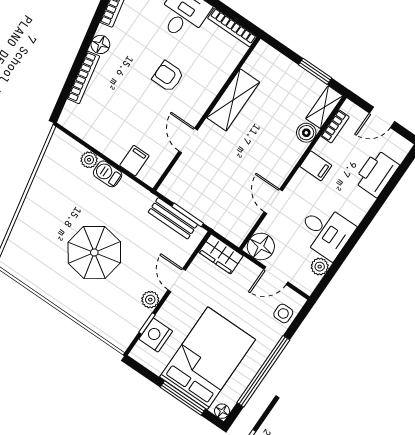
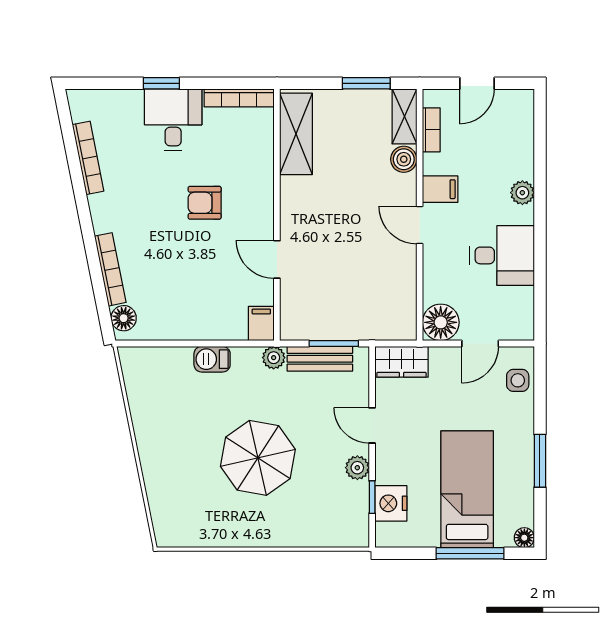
floor lamp: (100, 44) -> (124, 318), moved
shelving: (233, 100) -> (296, 134), moved
plant: (89, 160) -> (274, 358), moved
filing cabinet: (134, 161) -> (261, 324), moved
printer: (377, 174) -> (514, 151), removed
door: (273, 201) -> (420, 225), moved
plant: (320, 267) -> (522, 193), moved
bed: (208, 358) -> (467, 489), width x0.67
window: (263, 371) -> (540, 461), width x0.47

